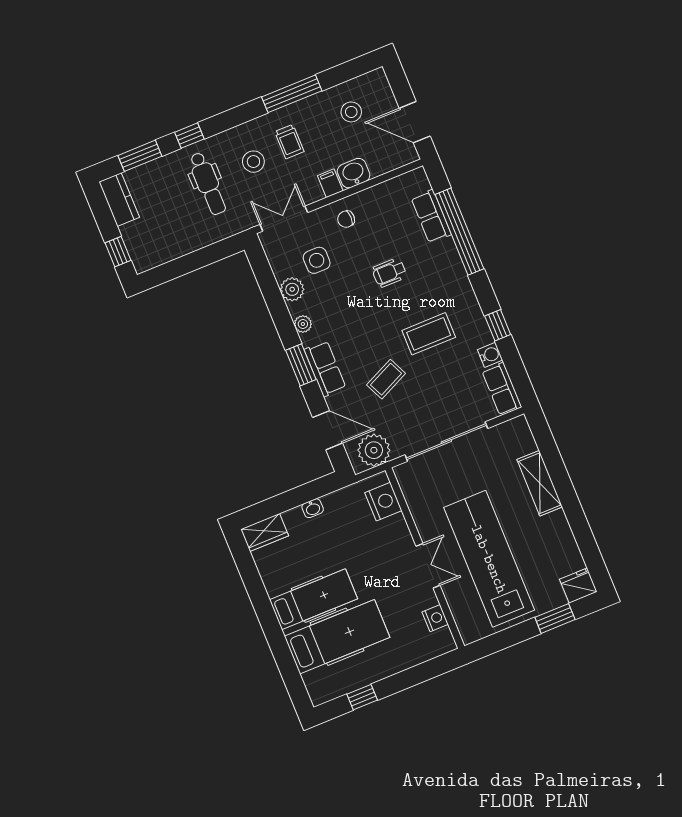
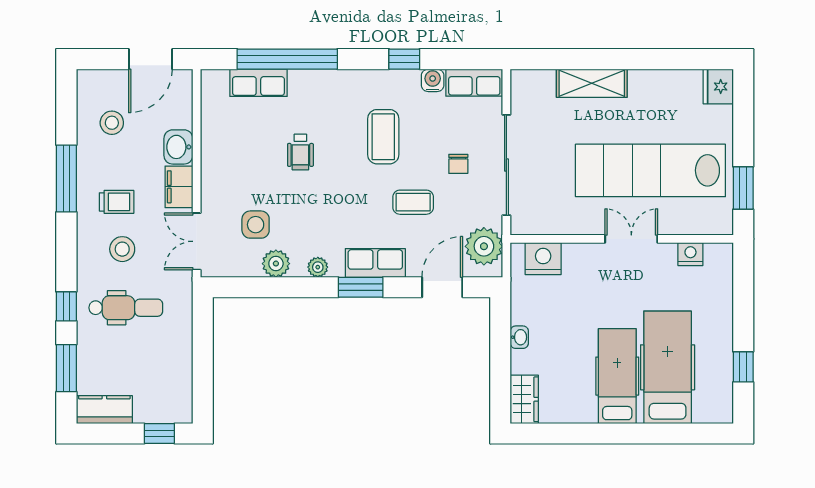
filing cabinet: (330, 183) -> (179, 187), width x2.00
chair: (346, 219) -> (458, 164), moved
coffee table: (386, 379) -> (413, 202), turned -65
window: (555, 618) -> (743, 188), moved

